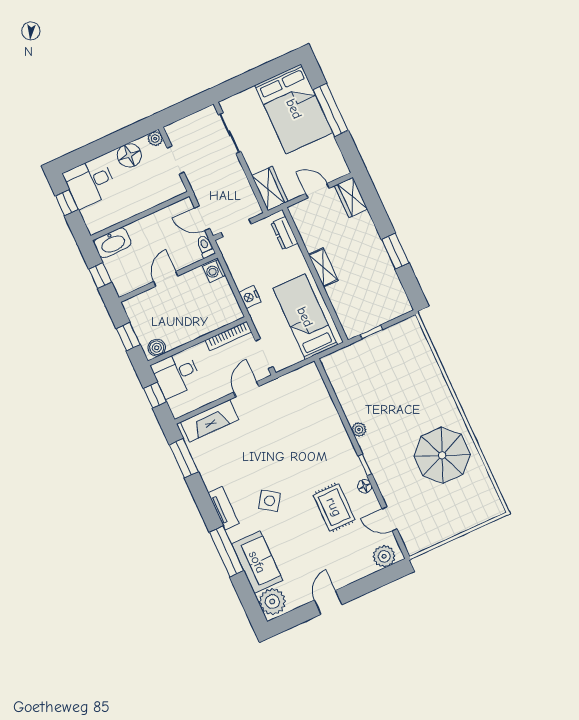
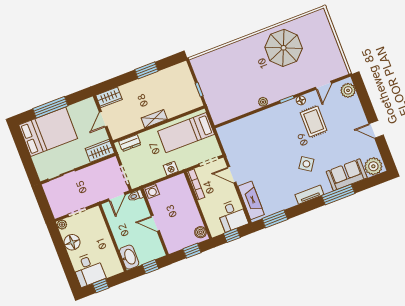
desk: (176, 374) -> (232, 215), moved
rug: (334, 507) -> (314, 122), turned 90

